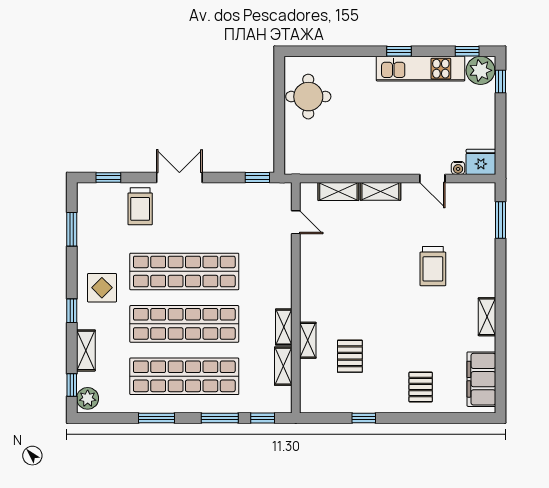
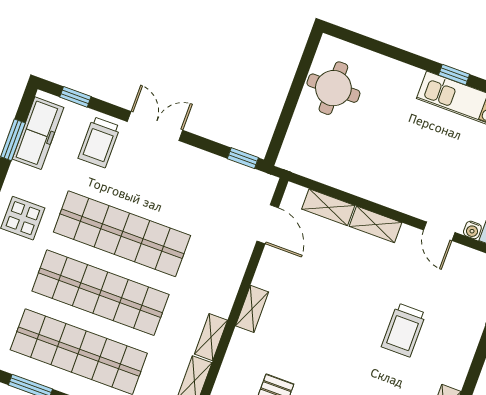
freezer: (89, 217) -> (38, 133), added
door: (296, 222) -> (268, 224), width x1.38
shelving: (308, 340) -> (252, 309), moved

